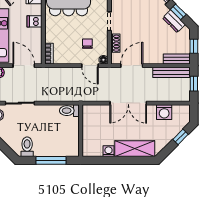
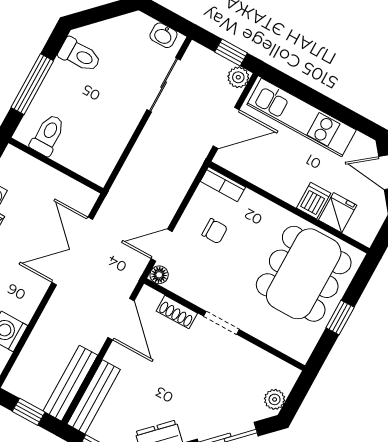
dishwasher: (34, 21) -> (314, 201), moved
chair: (87, 44) -> (215, 231), moved
bench: (177, 59) -> (94, 397), width x1.36
double door: (128, 103) -> (72, 251), moved
toilet: (69, 111) -> (48, 135), moved

